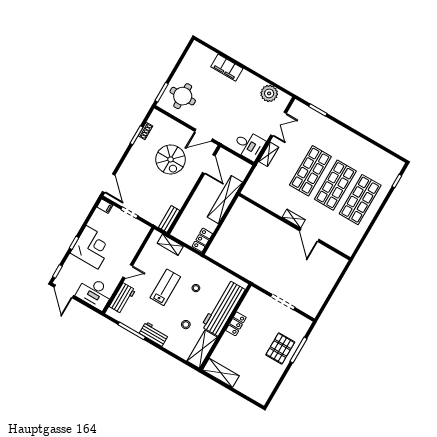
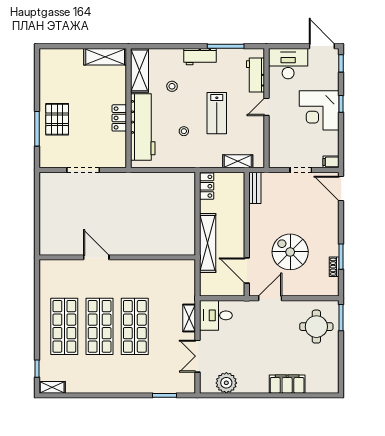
shelving: (294, 218) -> (52, 387), moved

